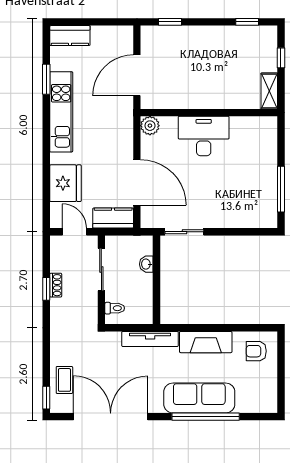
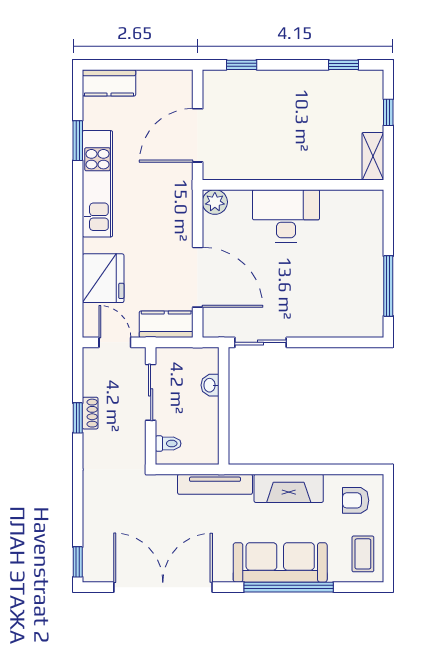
coffee table: (64, 380) -> (363, 554), moved

